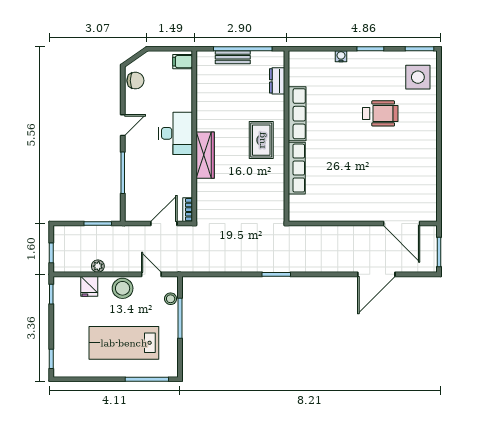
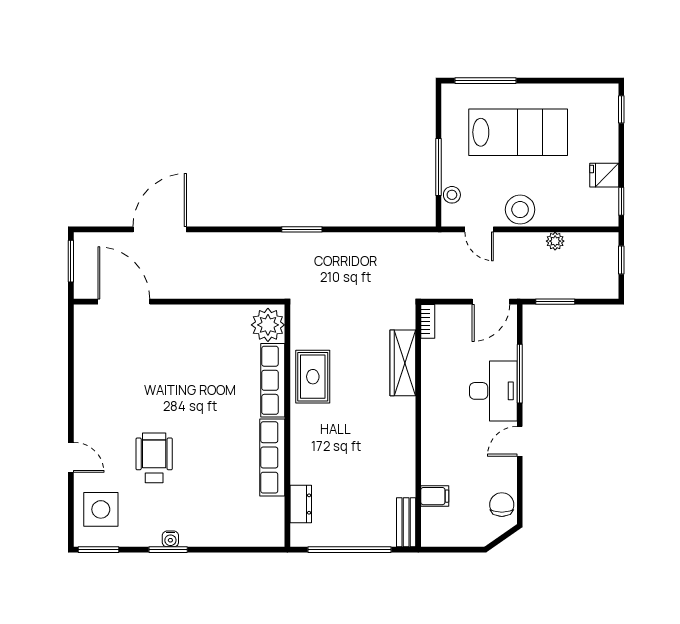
water cooler: (341, 56) -> (170, 539), moved
bench: (233, 57) -> (406, 522), moved, turned 90
filing cabinet: (183, 62) -> (435, 496), moved
chair: (135, 81) -> (502, 505), turned 90
wheelchair: (380, 113) -> (154, 458), turned 90
door: (439, 114) -> (71, 457), added
desk: (176, 133) -> (493, 391), moved, turned 180
rug: (261, 140) -> (313, 377), moved
wardrobe: (205, 155) -> (403, 363), moved
plant: (300, 207) -> (268, 325), added
door: (164, 224) -> (491, 302), moved
fridge: (89, 286) -> (604, 175), moved, turned -90

